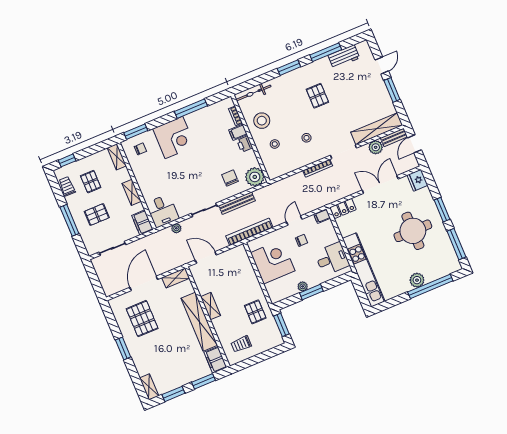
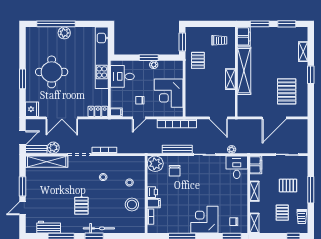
bicycle: (253, 93) -> (99, 228), moved
window: (456, 244) -> (23, 48), removed
shelving: (176, 278) -> (248, 112), removed
shelving: (149, 387) -> (303, 52), moved

